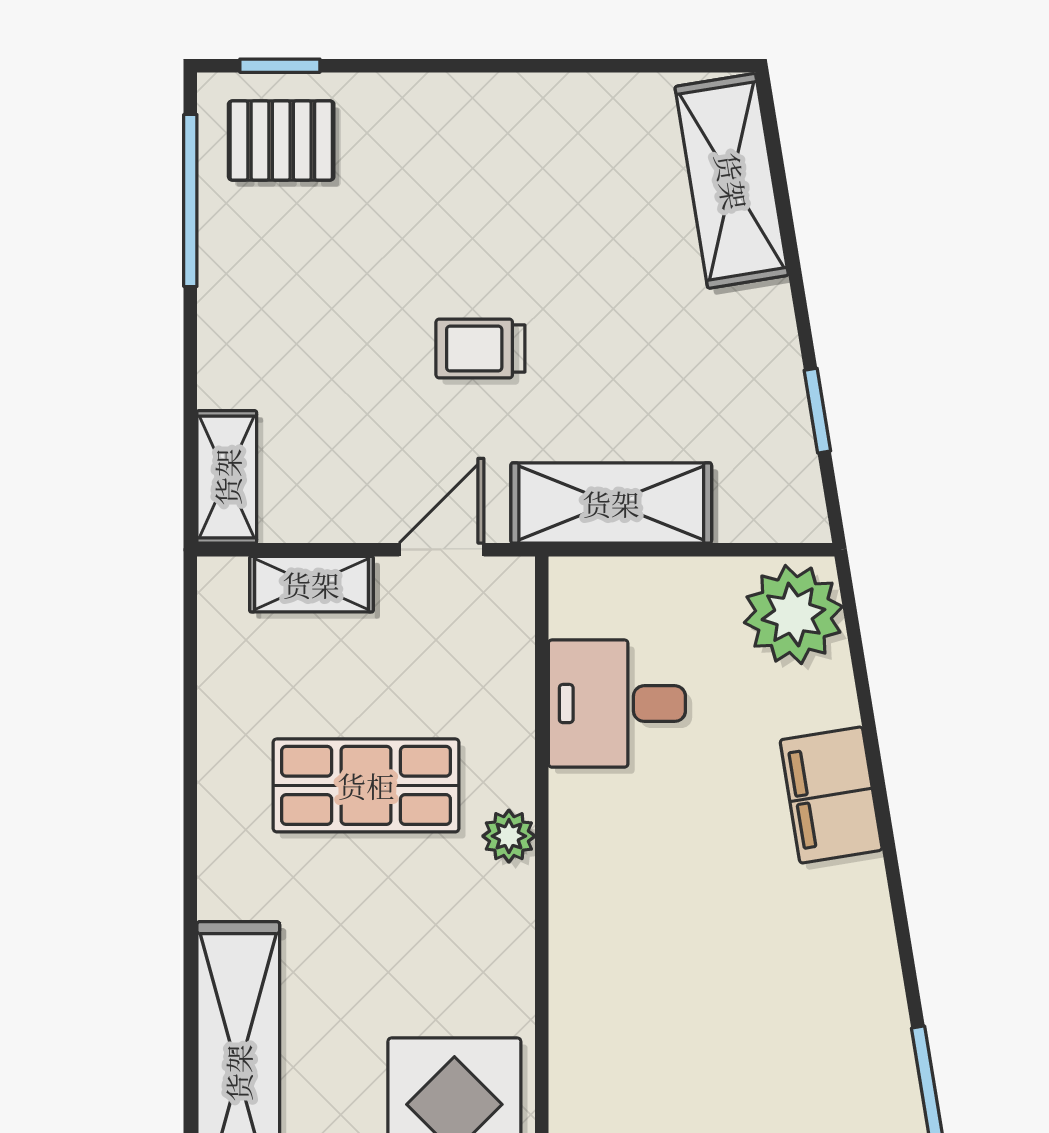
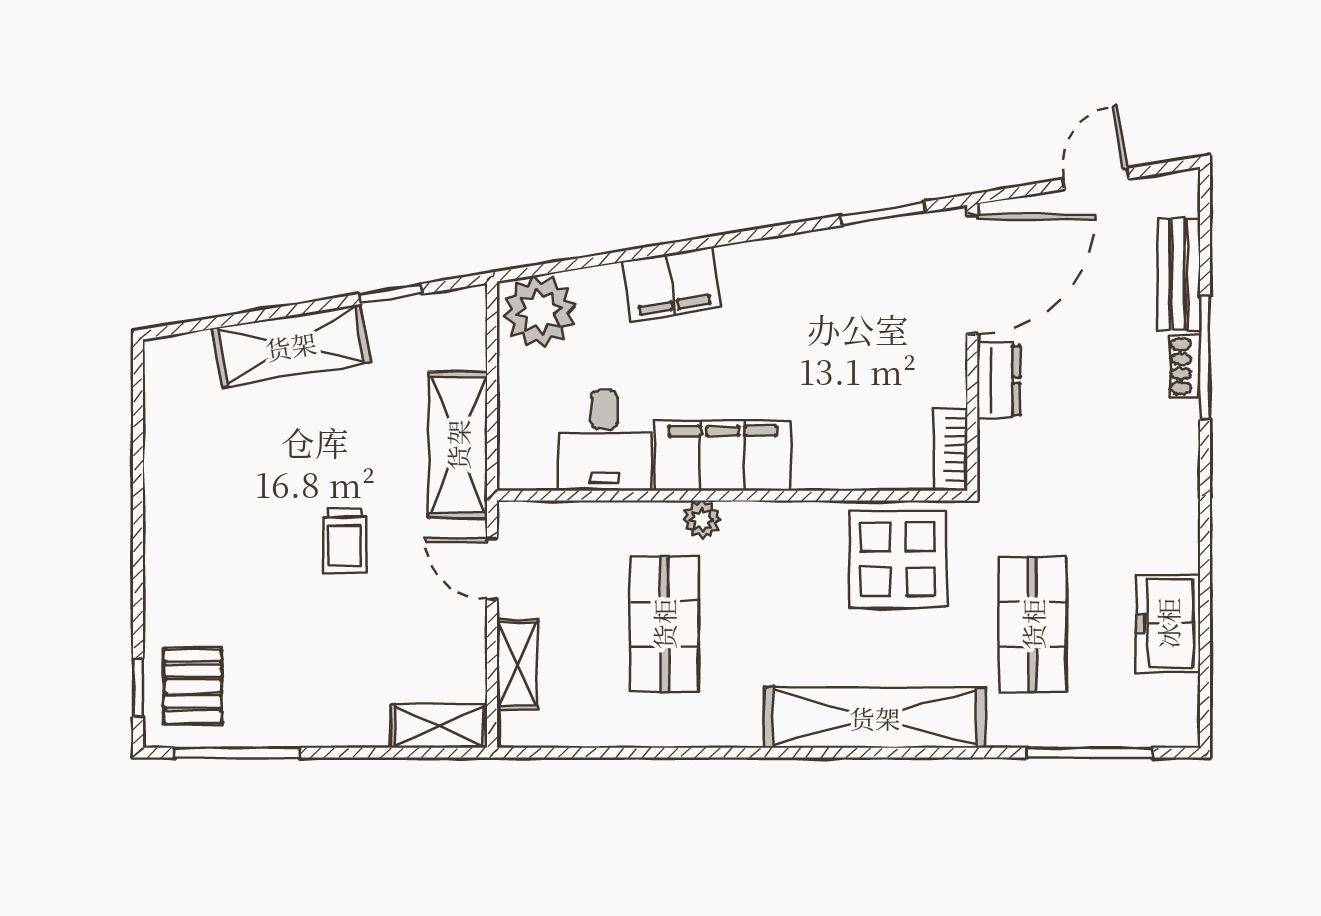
shelving: (732, 181) -> (291, 346), moved
filing cabinet: (596, 865) -> (723, 456), added

